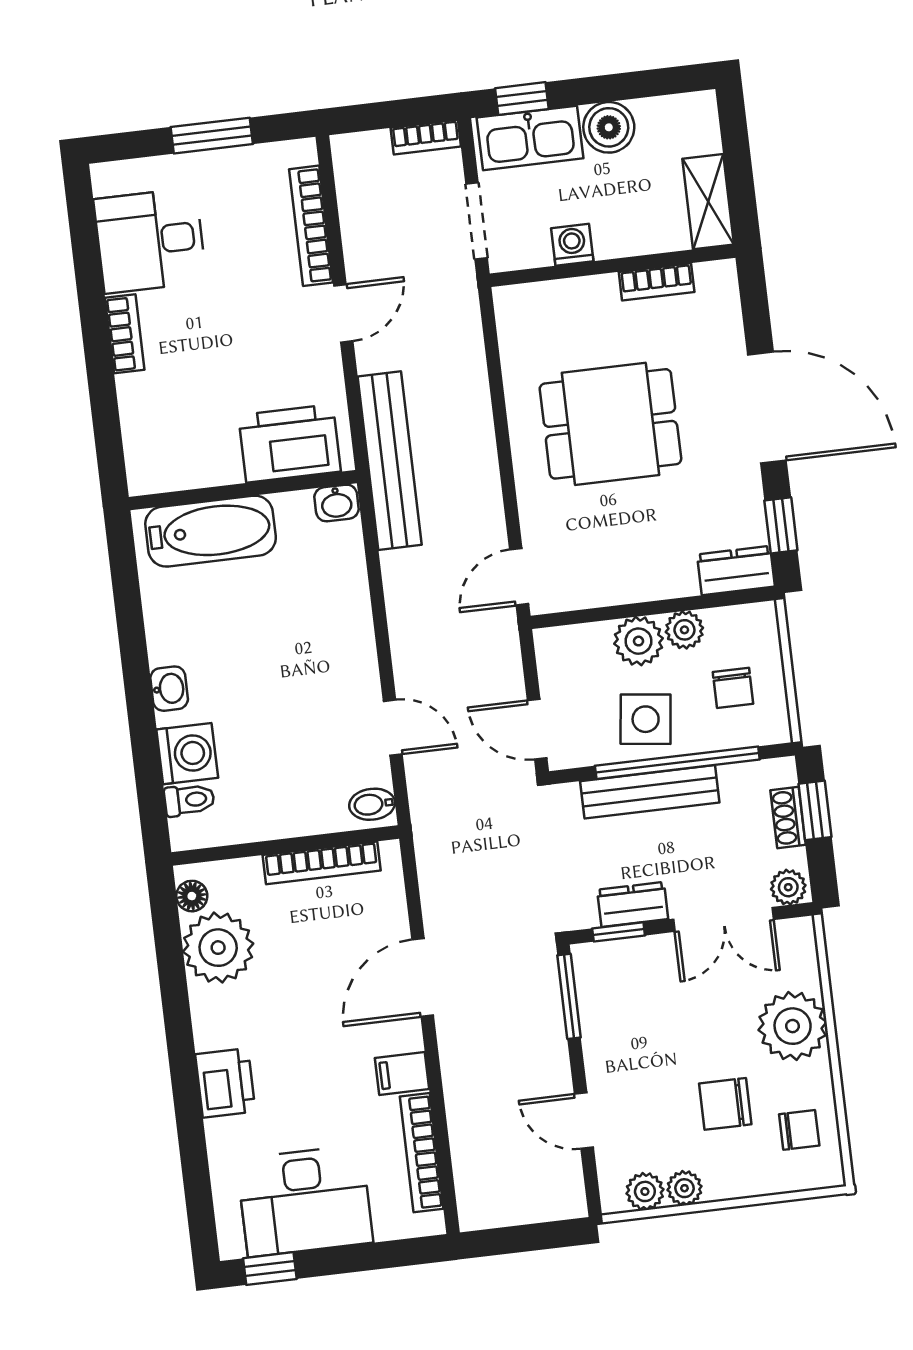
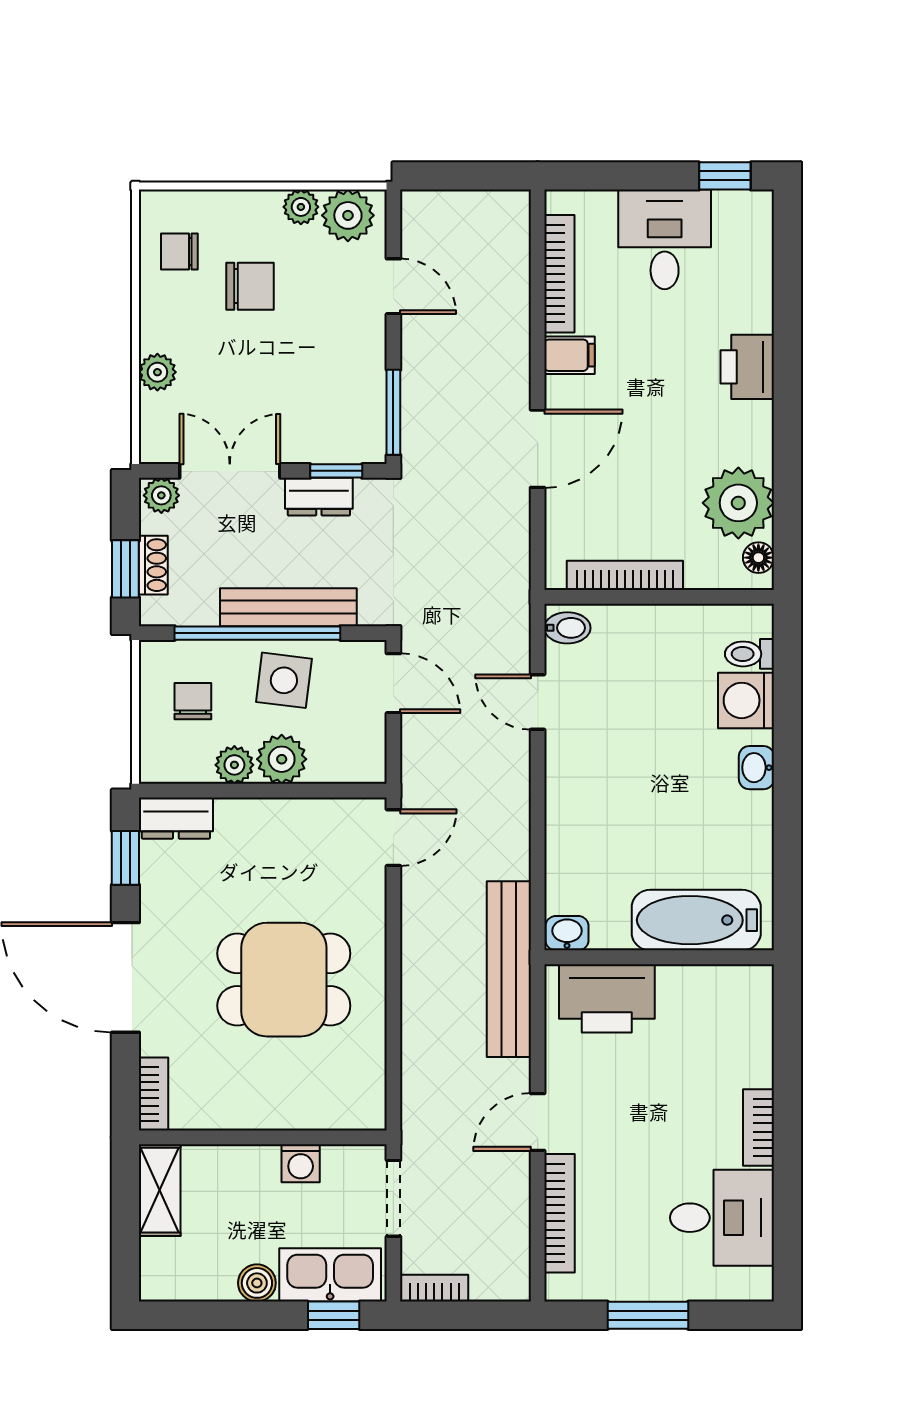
boiler: (609, 127) -> (257, 1283), width x0.73, depth x0.73
bookcase: (657, 282) -> (154, 1094), moved, turned 90
plant: (793, 1026) -> (157, 372), width x0.53, depth x0.53
plant: (645, 1191) -> (348, 215), width x1.38, depth x1.38
desk: (305, 1201) -> (665, 239), width x0.73

